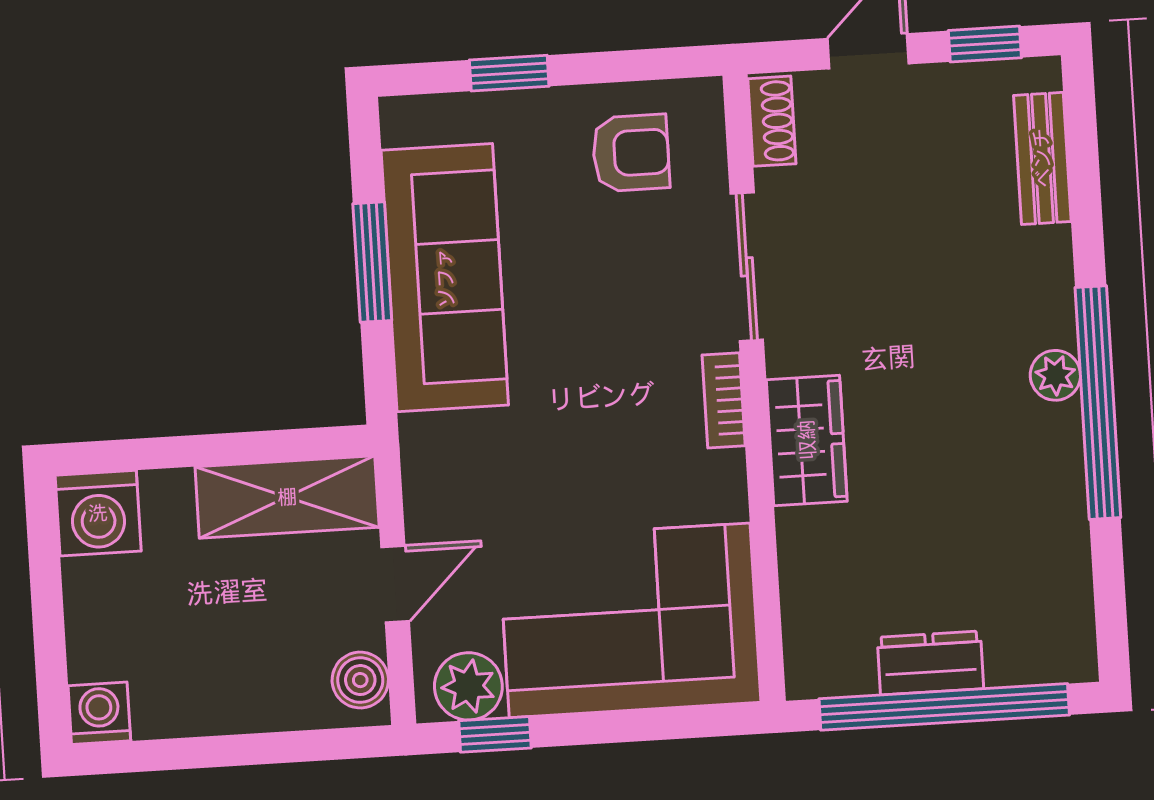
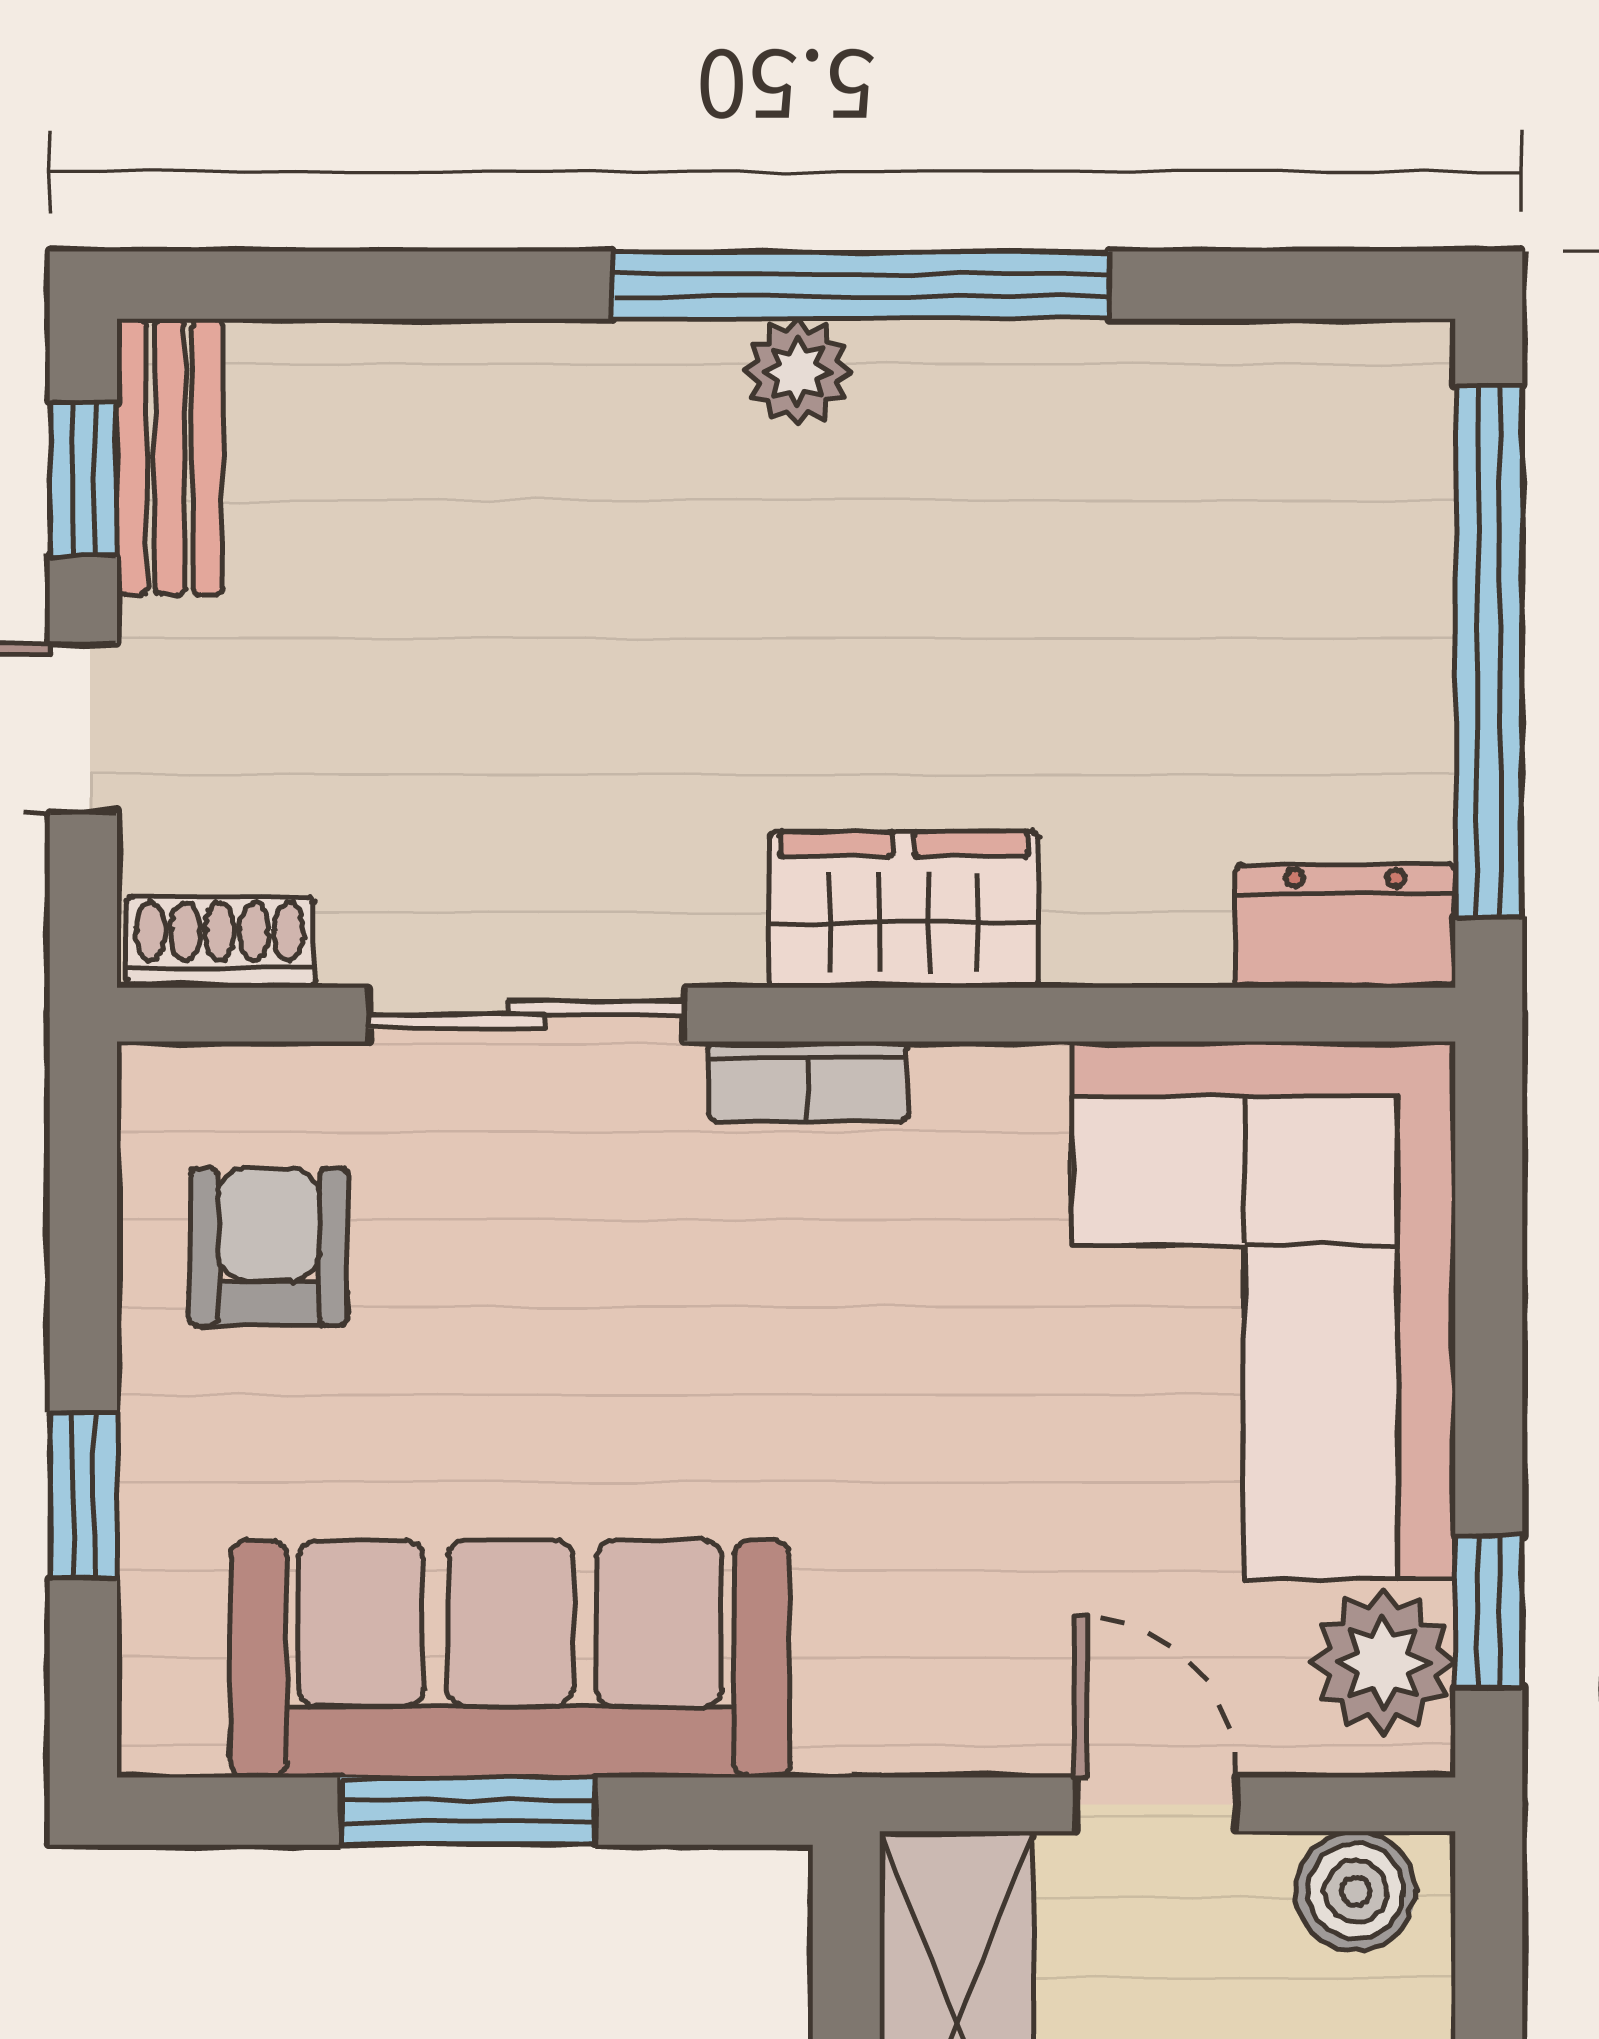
bench: (1042, 158) -> (170, 457), moved, turned 90
dresser: (930, 663) -> (1345, 926), moved, turned 90

